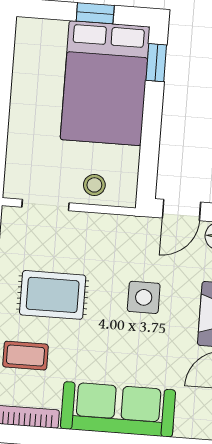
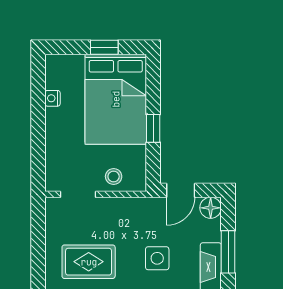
window: (156, 63) -> (153, 128), moved
nightstand: (22, 75) -> (52, 98), added

